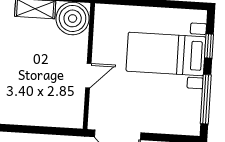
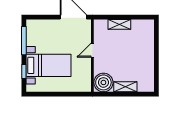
shelving: (39, 117) -> (119, 24), added

